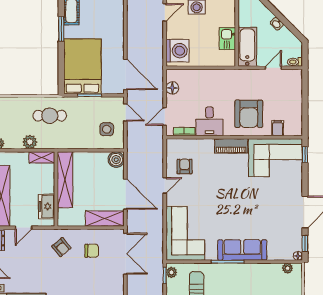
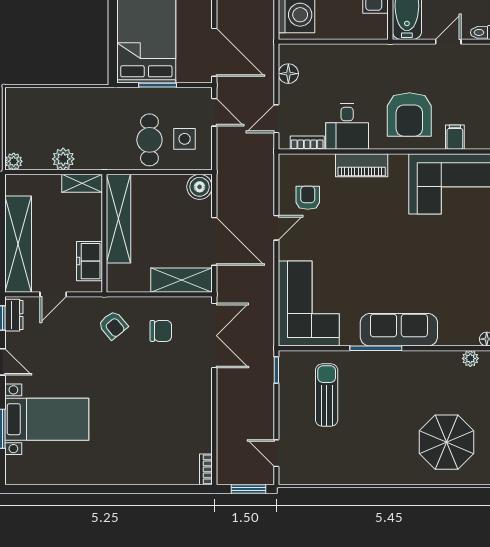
cafe table: (50, 116) -> (149, 140), moved, turned 90
piano: (231, 146) -> (362, 165), moved
plant: (171, 272) -> (287, 365), removed

